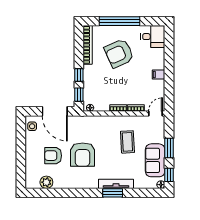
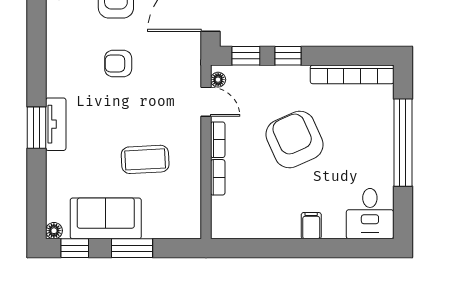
armchair: (119, 53) -> (295, 140), moved
filing cabinet: (159, 75) -> (311, 226), moved
door: (156, 113) -> (206, 102), moved
armchair: (83, 155) -> (118, 63), width x0.53, depth x0.53
tv unit: (116, 184) -> (56, 124), width x0.71

